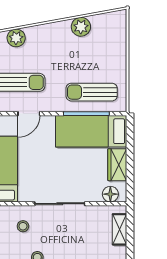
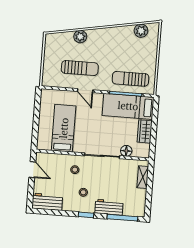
plant: (81, 27) -> (141, 31), moved
door: (29, 114) -> (85, 91), hinge flipped
floor lamp: (110, 194) -> (126, 151), moved

